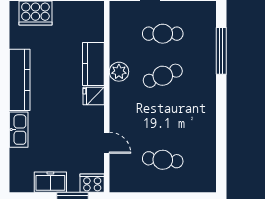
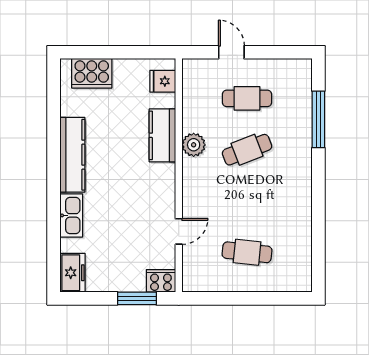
fridge: (94, 96) -> (163, 81), moved
door: (107, 143) -> (179, 231), hinge flipped
freezer: (50, 182) -> (72, 273), moved, turned 90

